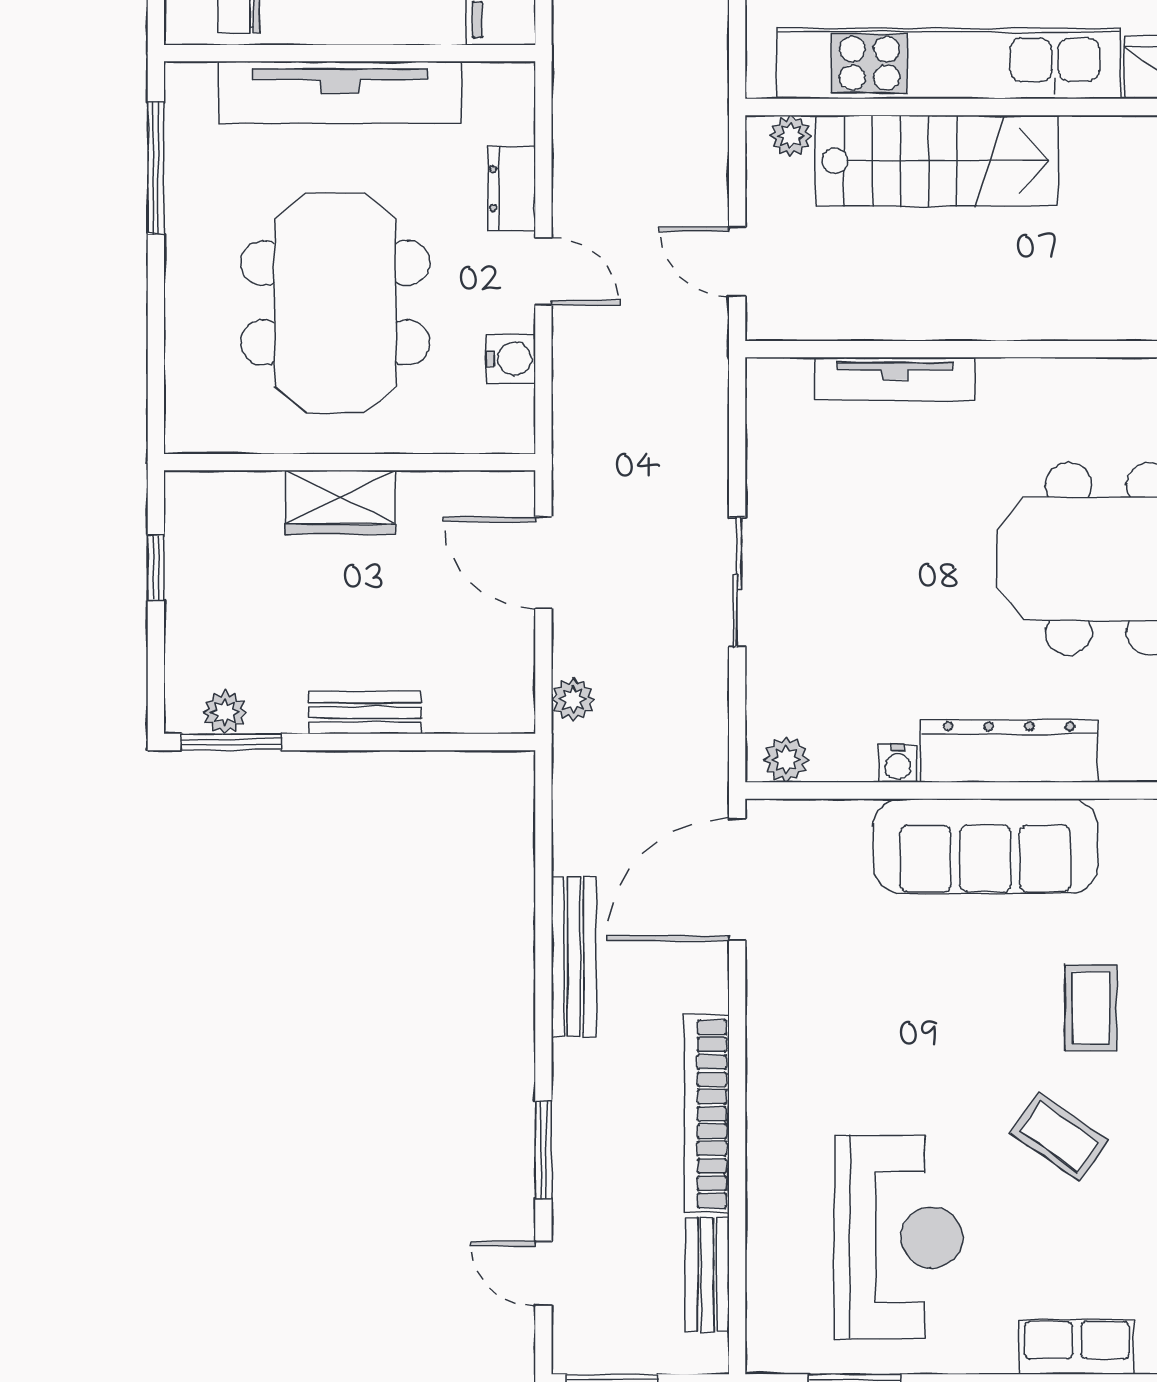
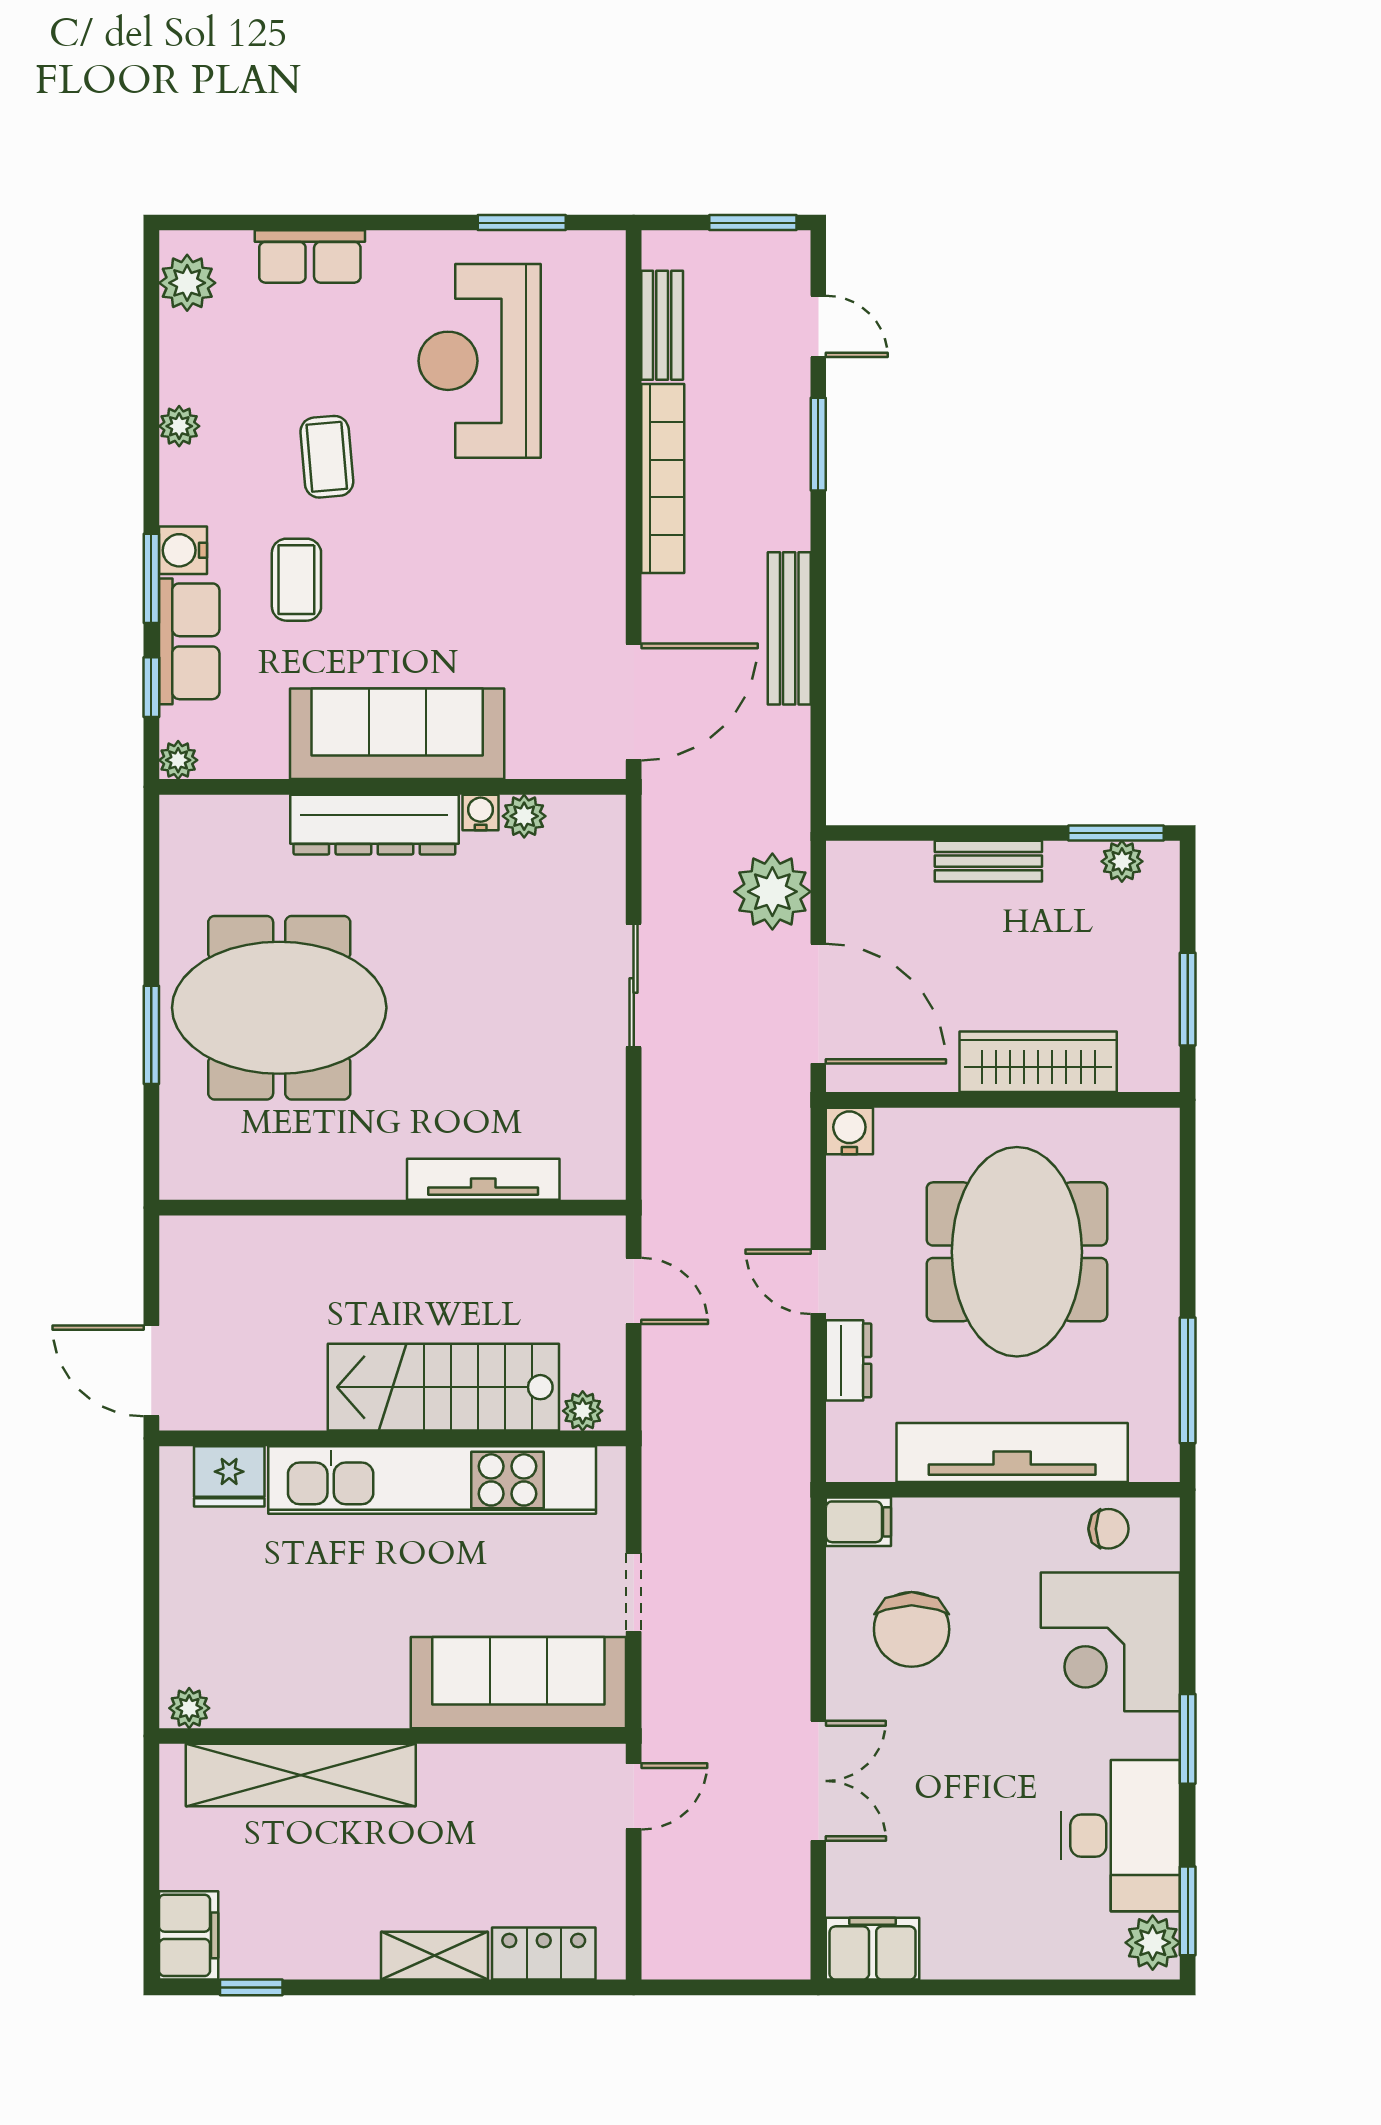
water cooler: (511, 359) -> (849, 1131), moved, turned 90
wardrobe: (340, 502) -> (1038, 1062), width x1.50
door: (543, 563) -> (818, 1004), width x1.36
window: (156, 568) -> (1188, 999), width x1.50
plant: (573, 699) -> (772, 892), width x1.88, depth x1.88
plant: (786, 760) -> (524, 816), moved
coffee table: (1059, 1137) -> (327, 457), turned 50

